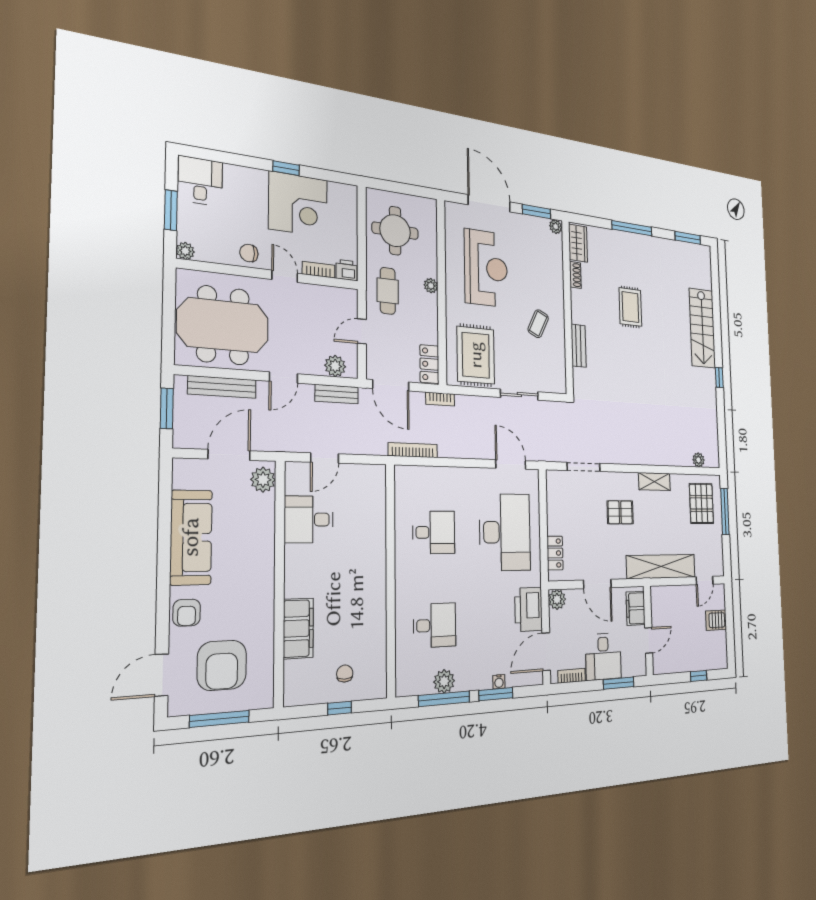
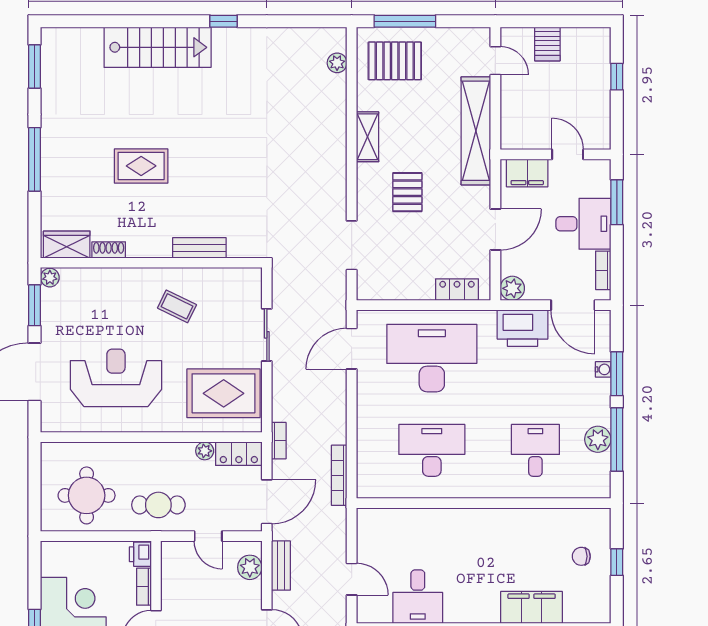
plant: (431, 286) -> (205, 451), moved
desk: (434, 532) -> (432, 450), width x1.37

